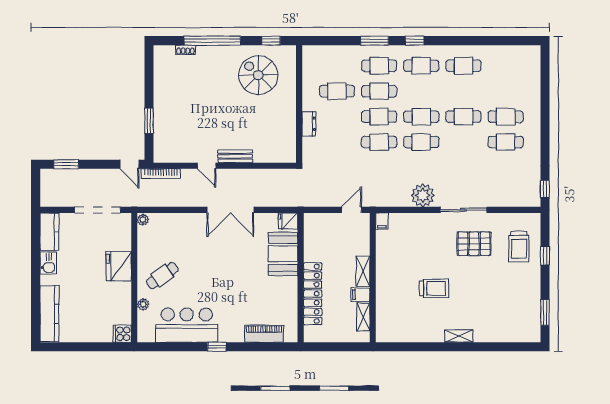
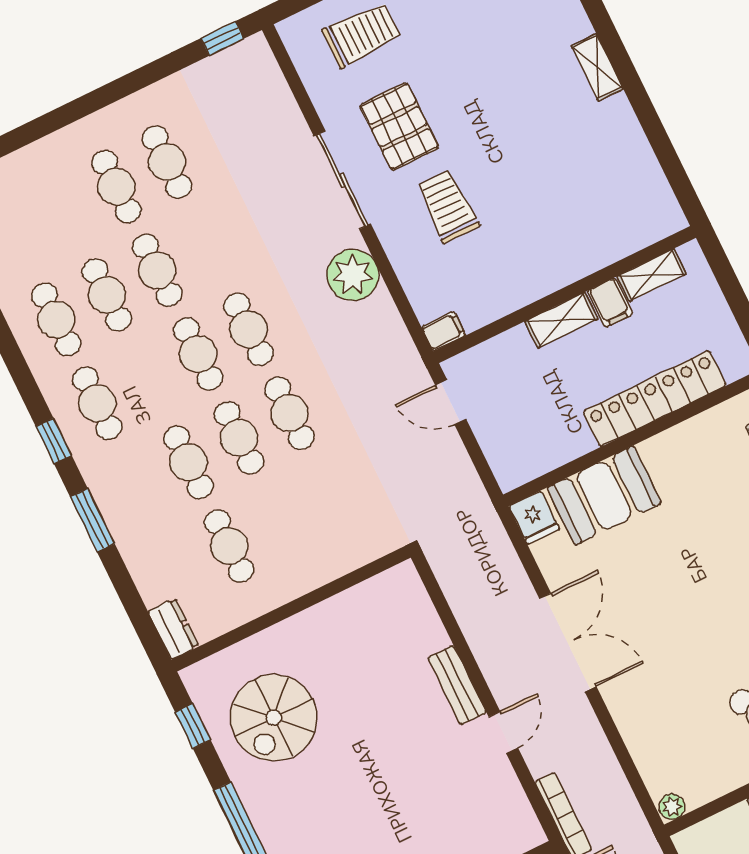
cafe table: (379, 66) -> (107, 295), moved
dresser: (309, 124) -> (173, 629), moved, turned 90
trolley: (434, 288) -> (448, 206), moved

